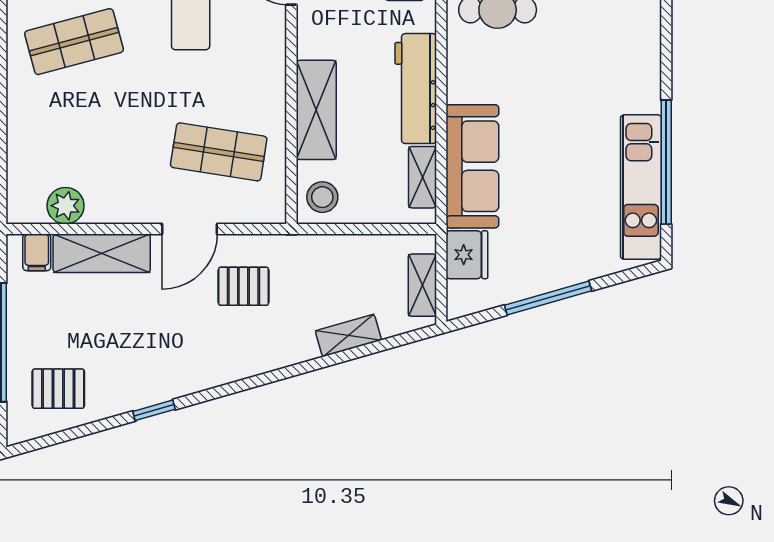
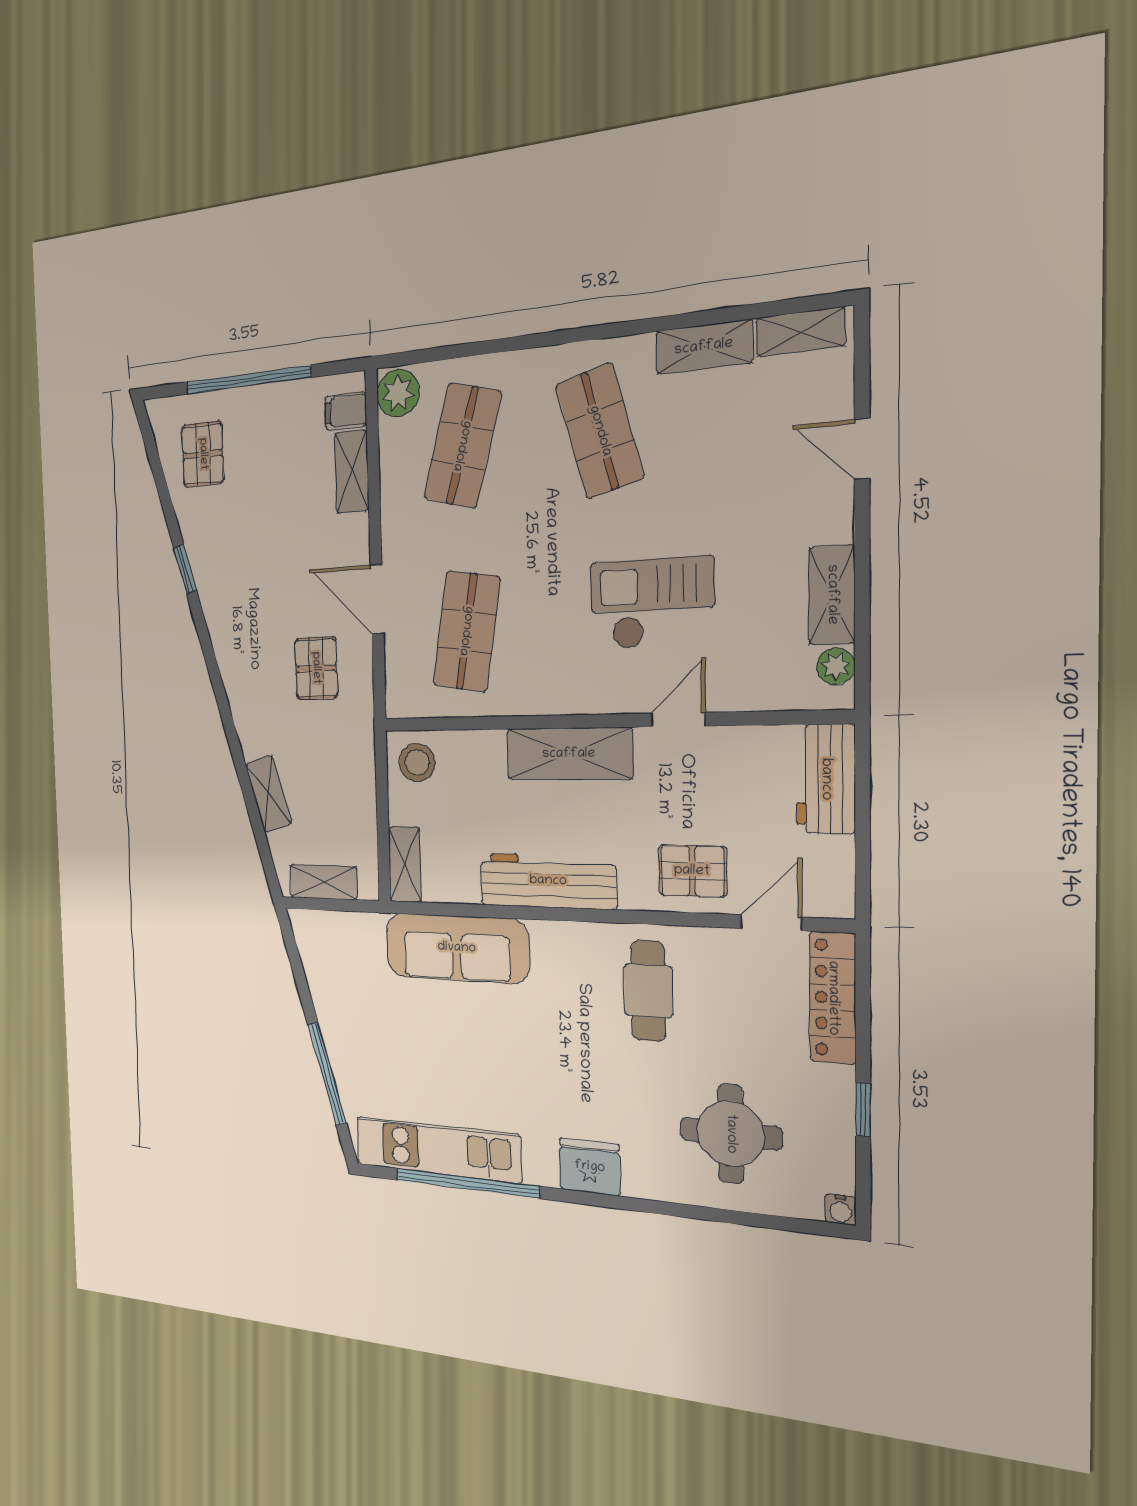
shelving: (316, 110) -> (569, 754), moved
shop shelf: (74, 152) -> (462, 446), added
shelving: (423, 177) -> (405, 864), moved, turned 90
plant: (66, 206) -> (398, 393), moved
shelving: (102, 253) -> (352, 472), width x0.67, depth x0.75
fridge: (467, 255) -> (590, 1167), moved, turned 180
window: (548, 298) -> (327, 1074), moved

